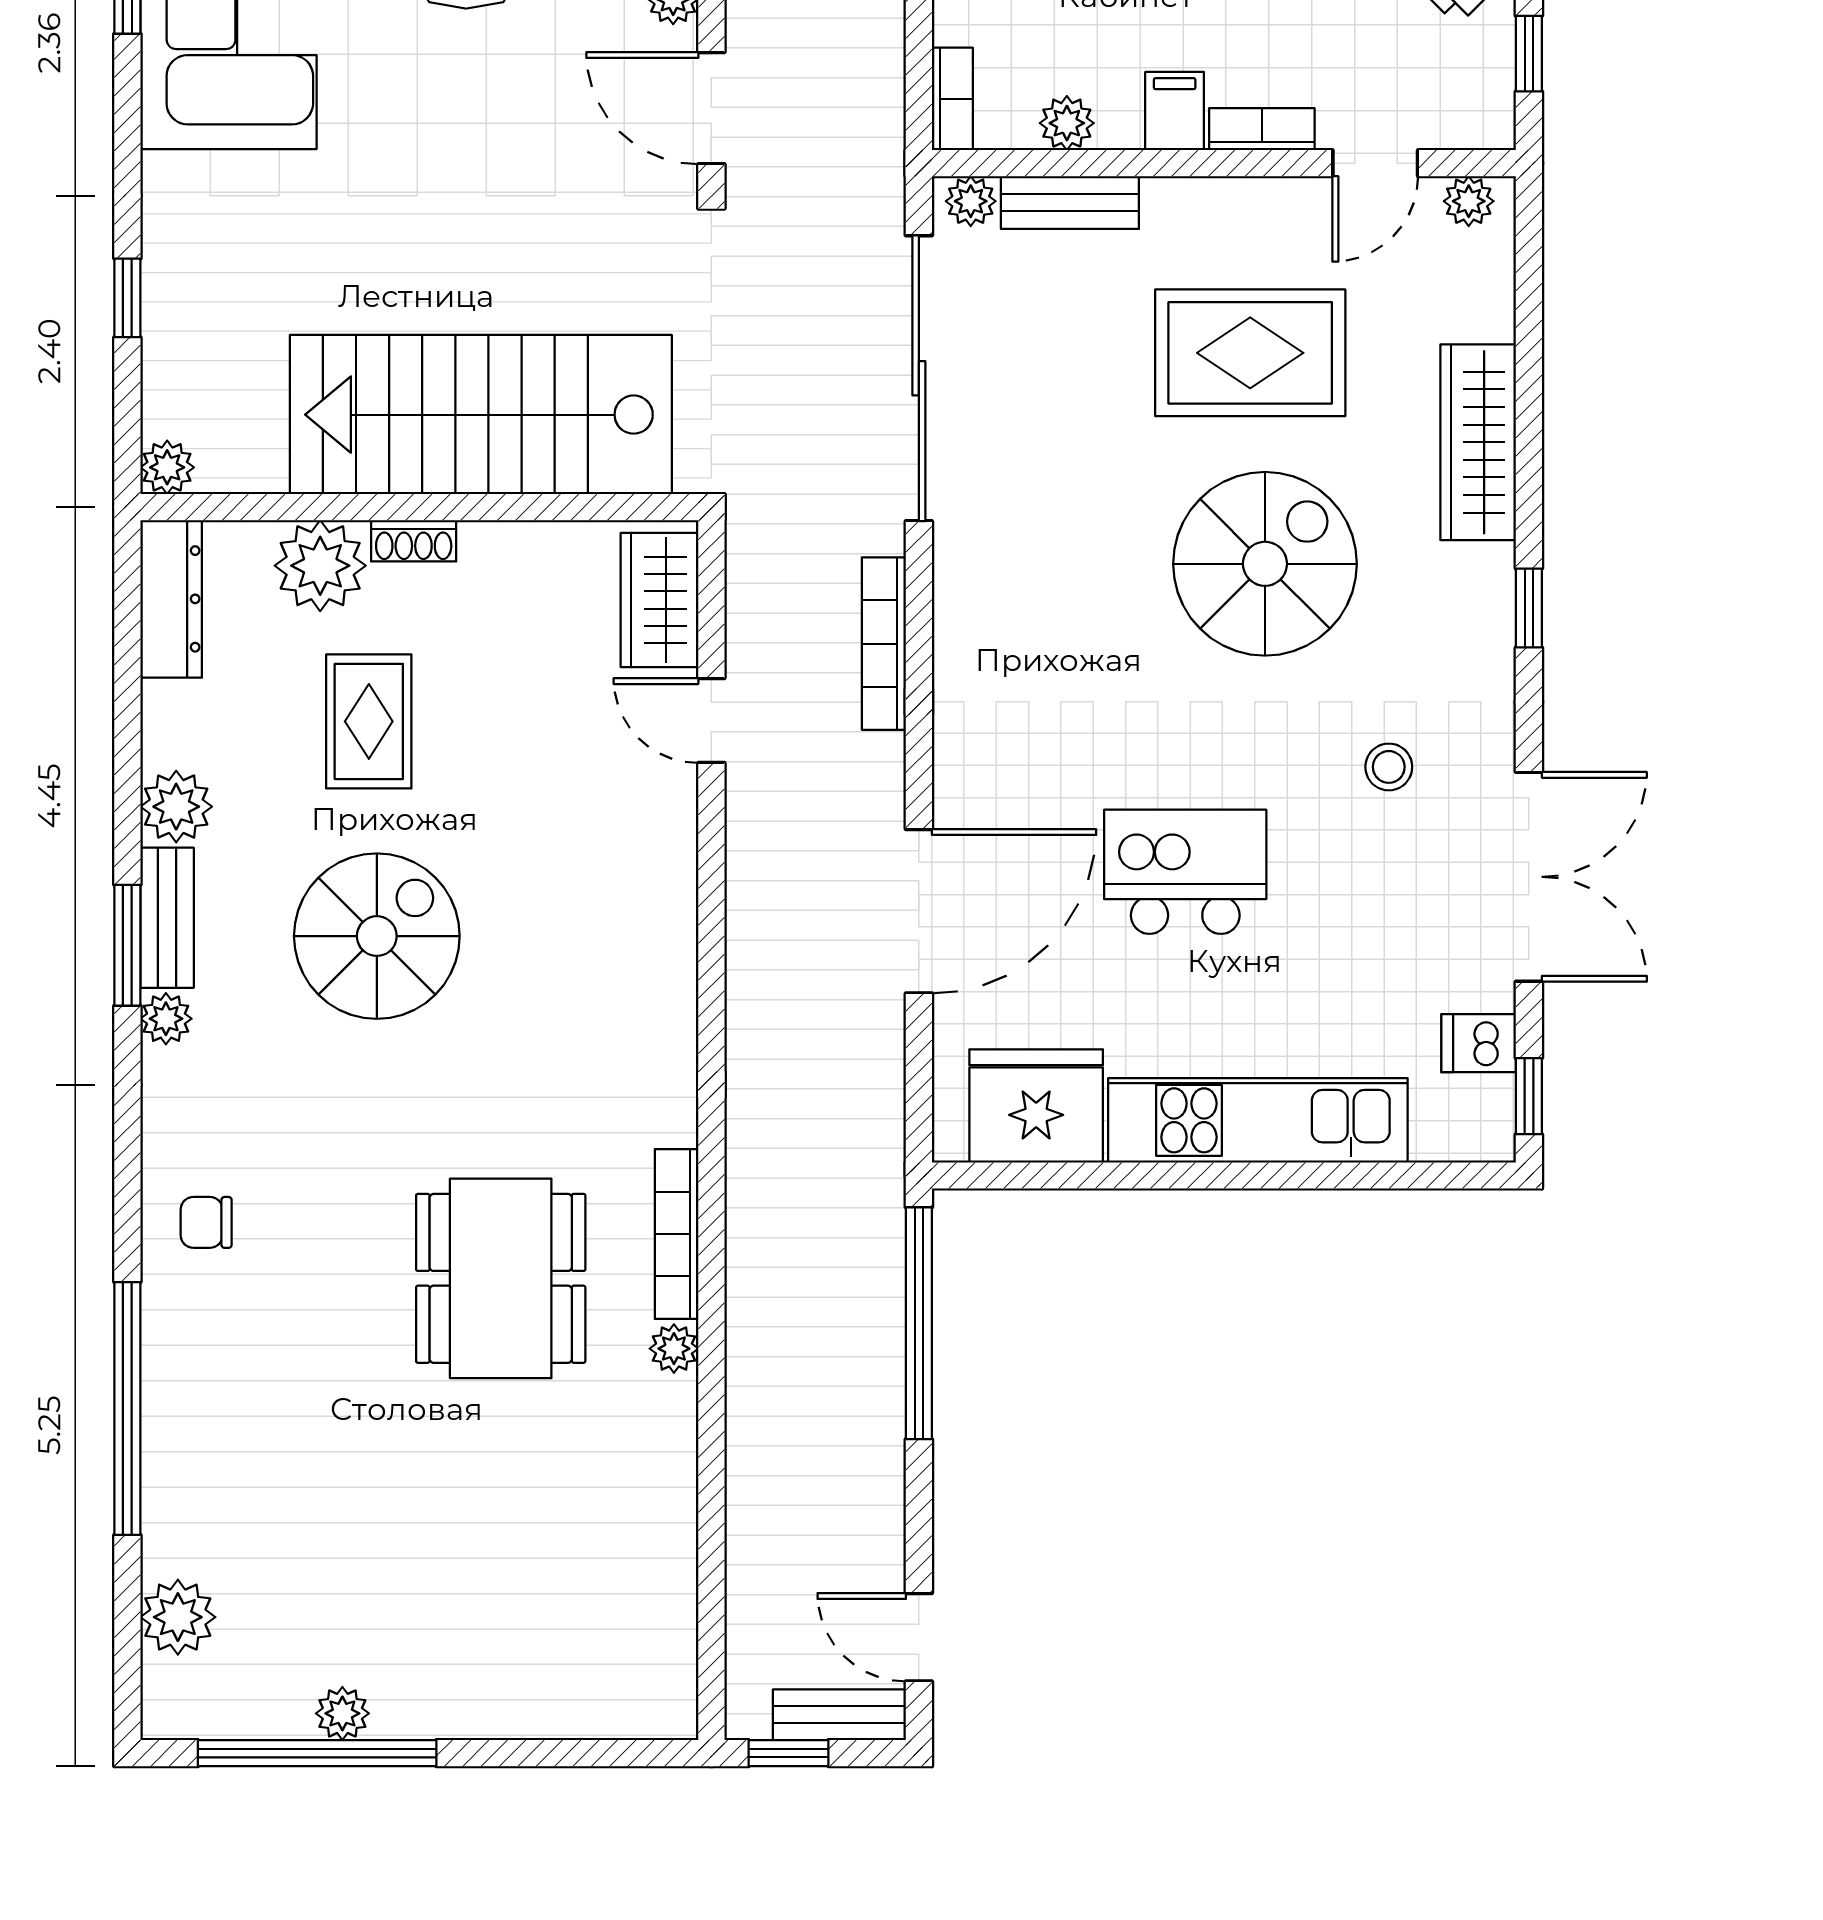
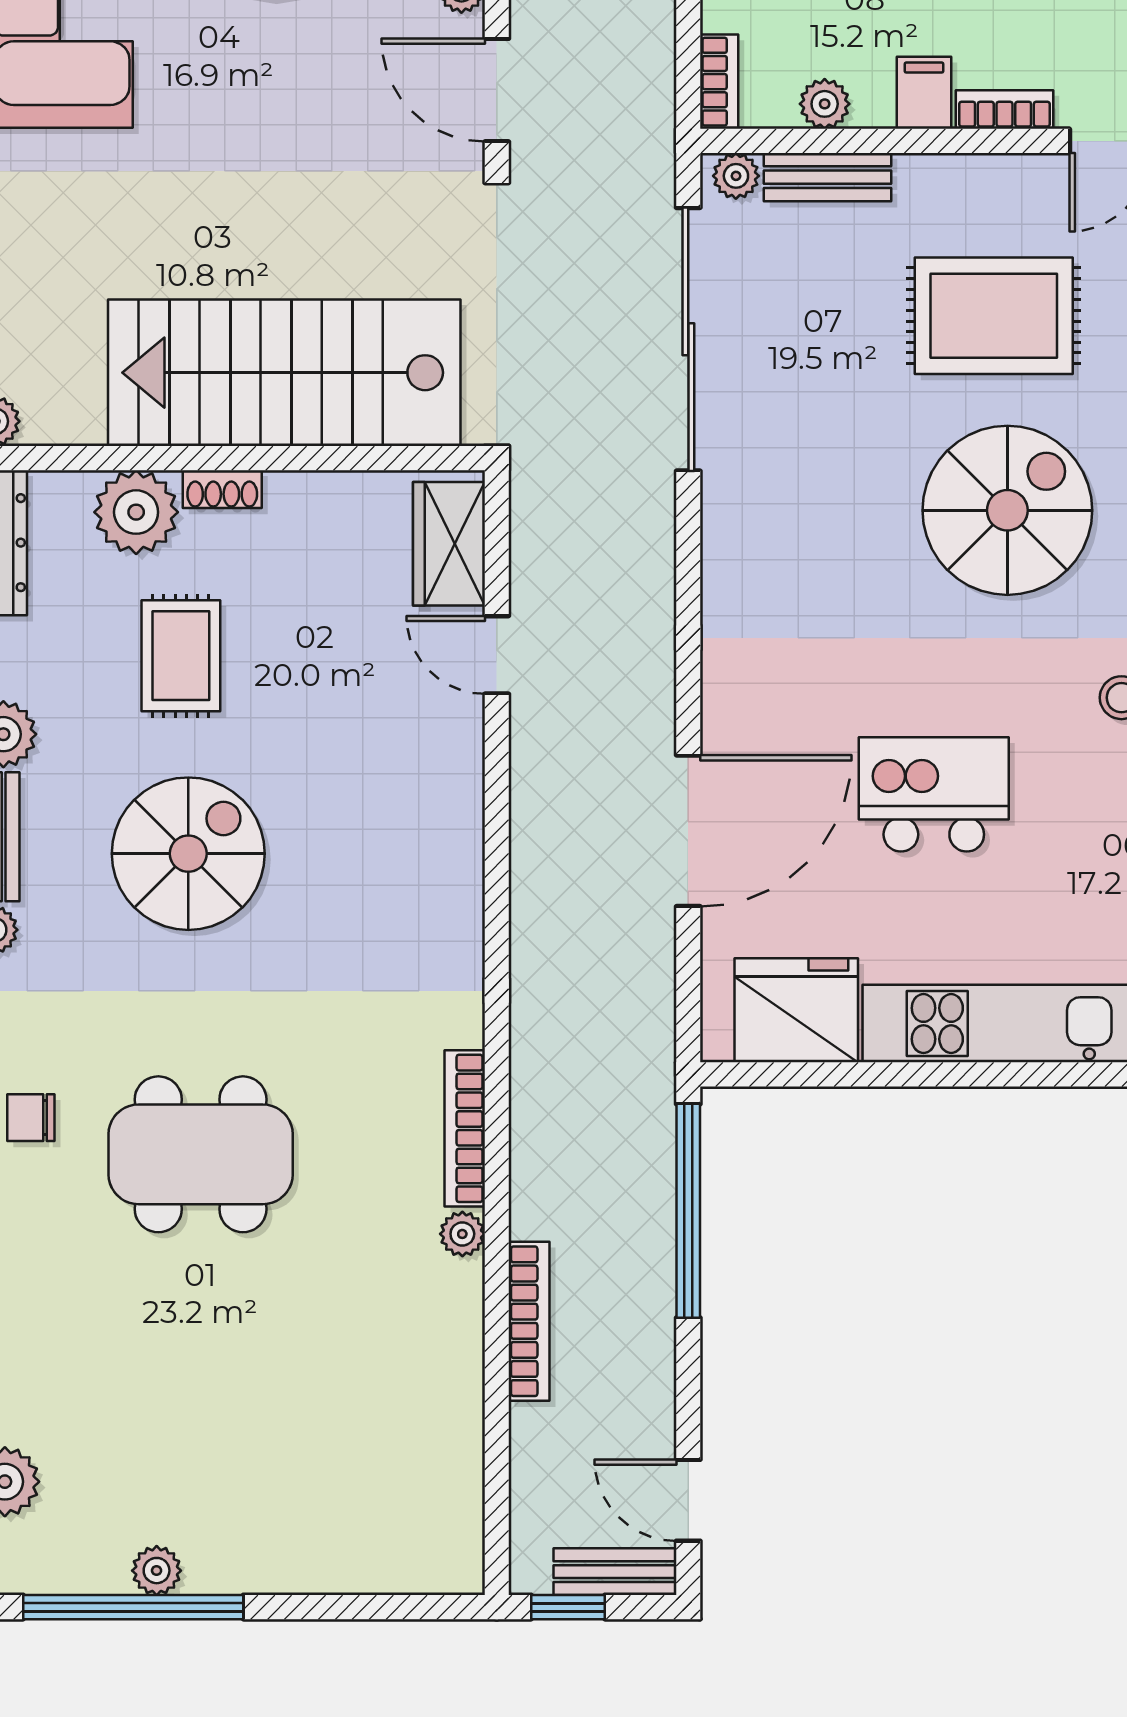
bookcase: (884, 644) -> (529, 1321), moved, turned 180
dining table: (501, 1278) -> (201, 1154), moved, turned 90

